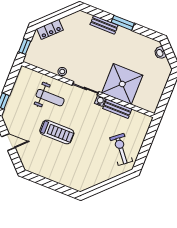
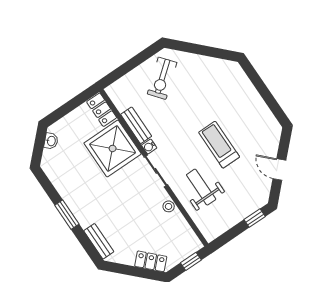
bench: (104, 25) -> (99, 241), moved
washbasin: (160, 53) -> (51, 141), moved
locker: (146, 104) -> (102, 110), added

